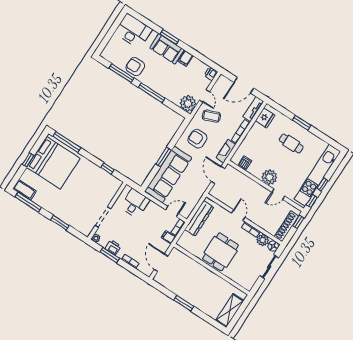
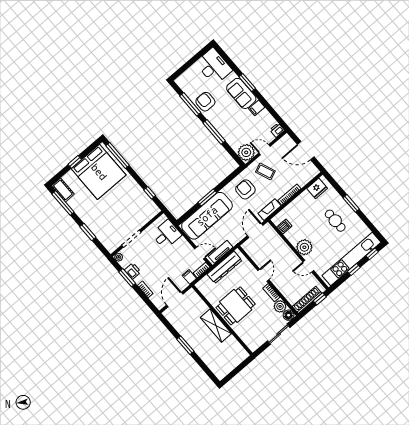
door: (205, 96) -> (265, 150), swing flipped
tv unit: (253, 109) -> (221, 252), moved
window: (312, 201) -> (372, 254), moved
shelving: (230, 310) -> (216, 325), moved, turned 90

